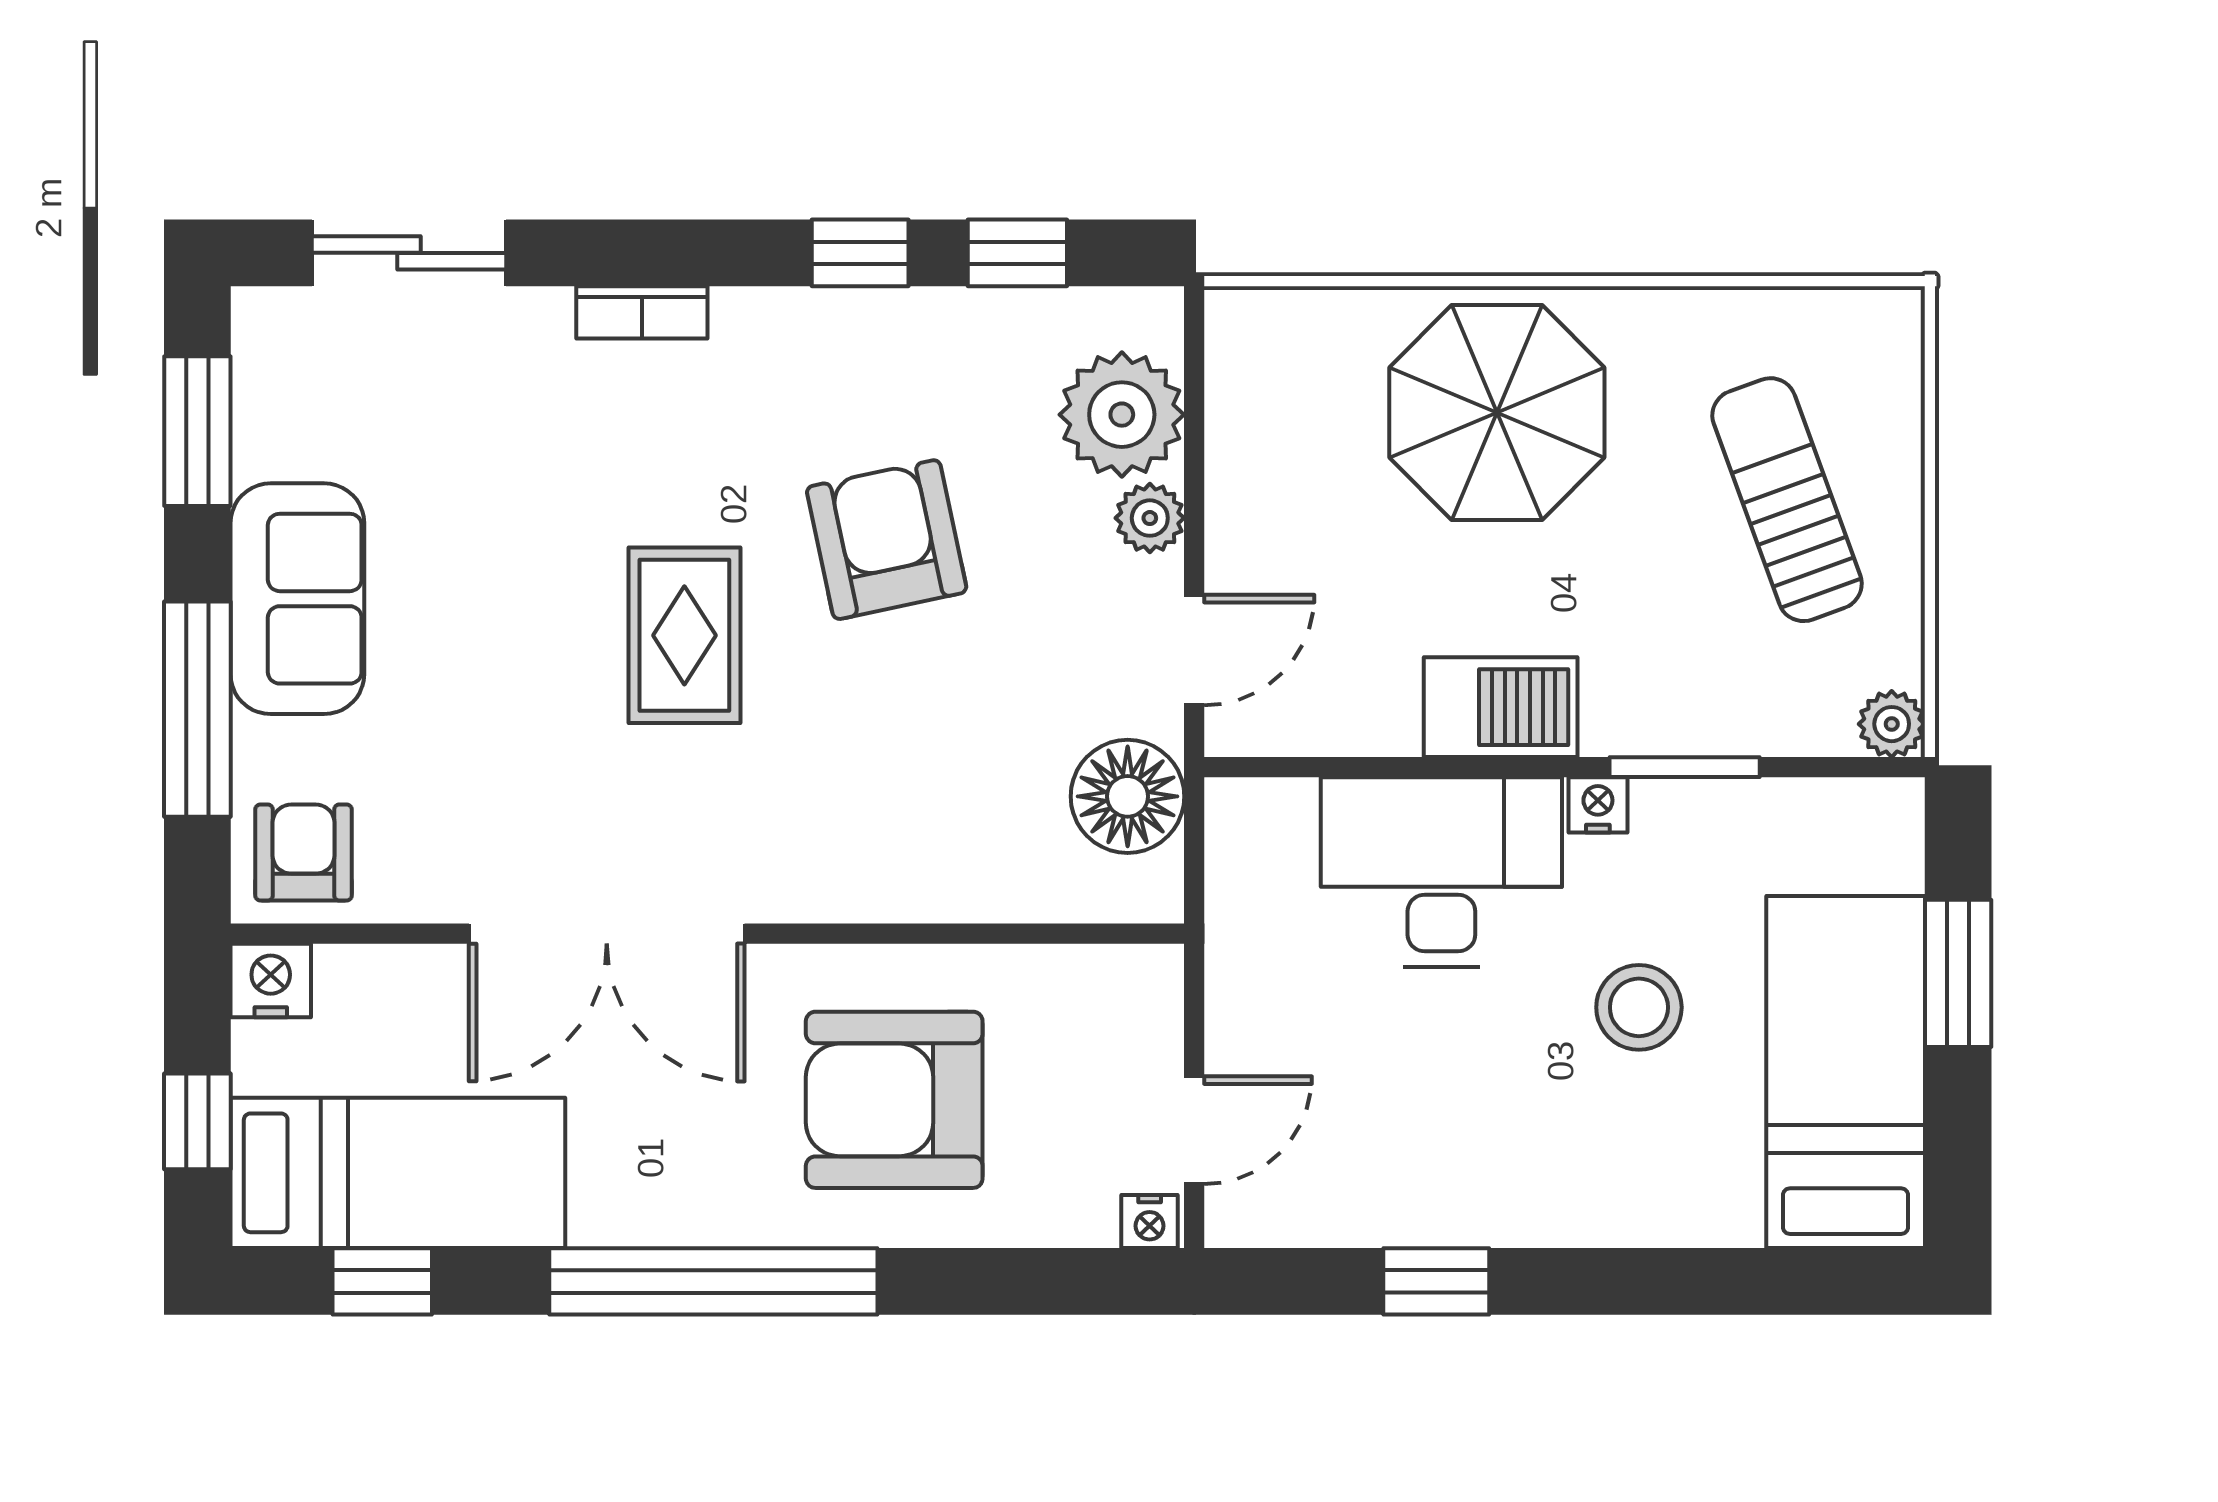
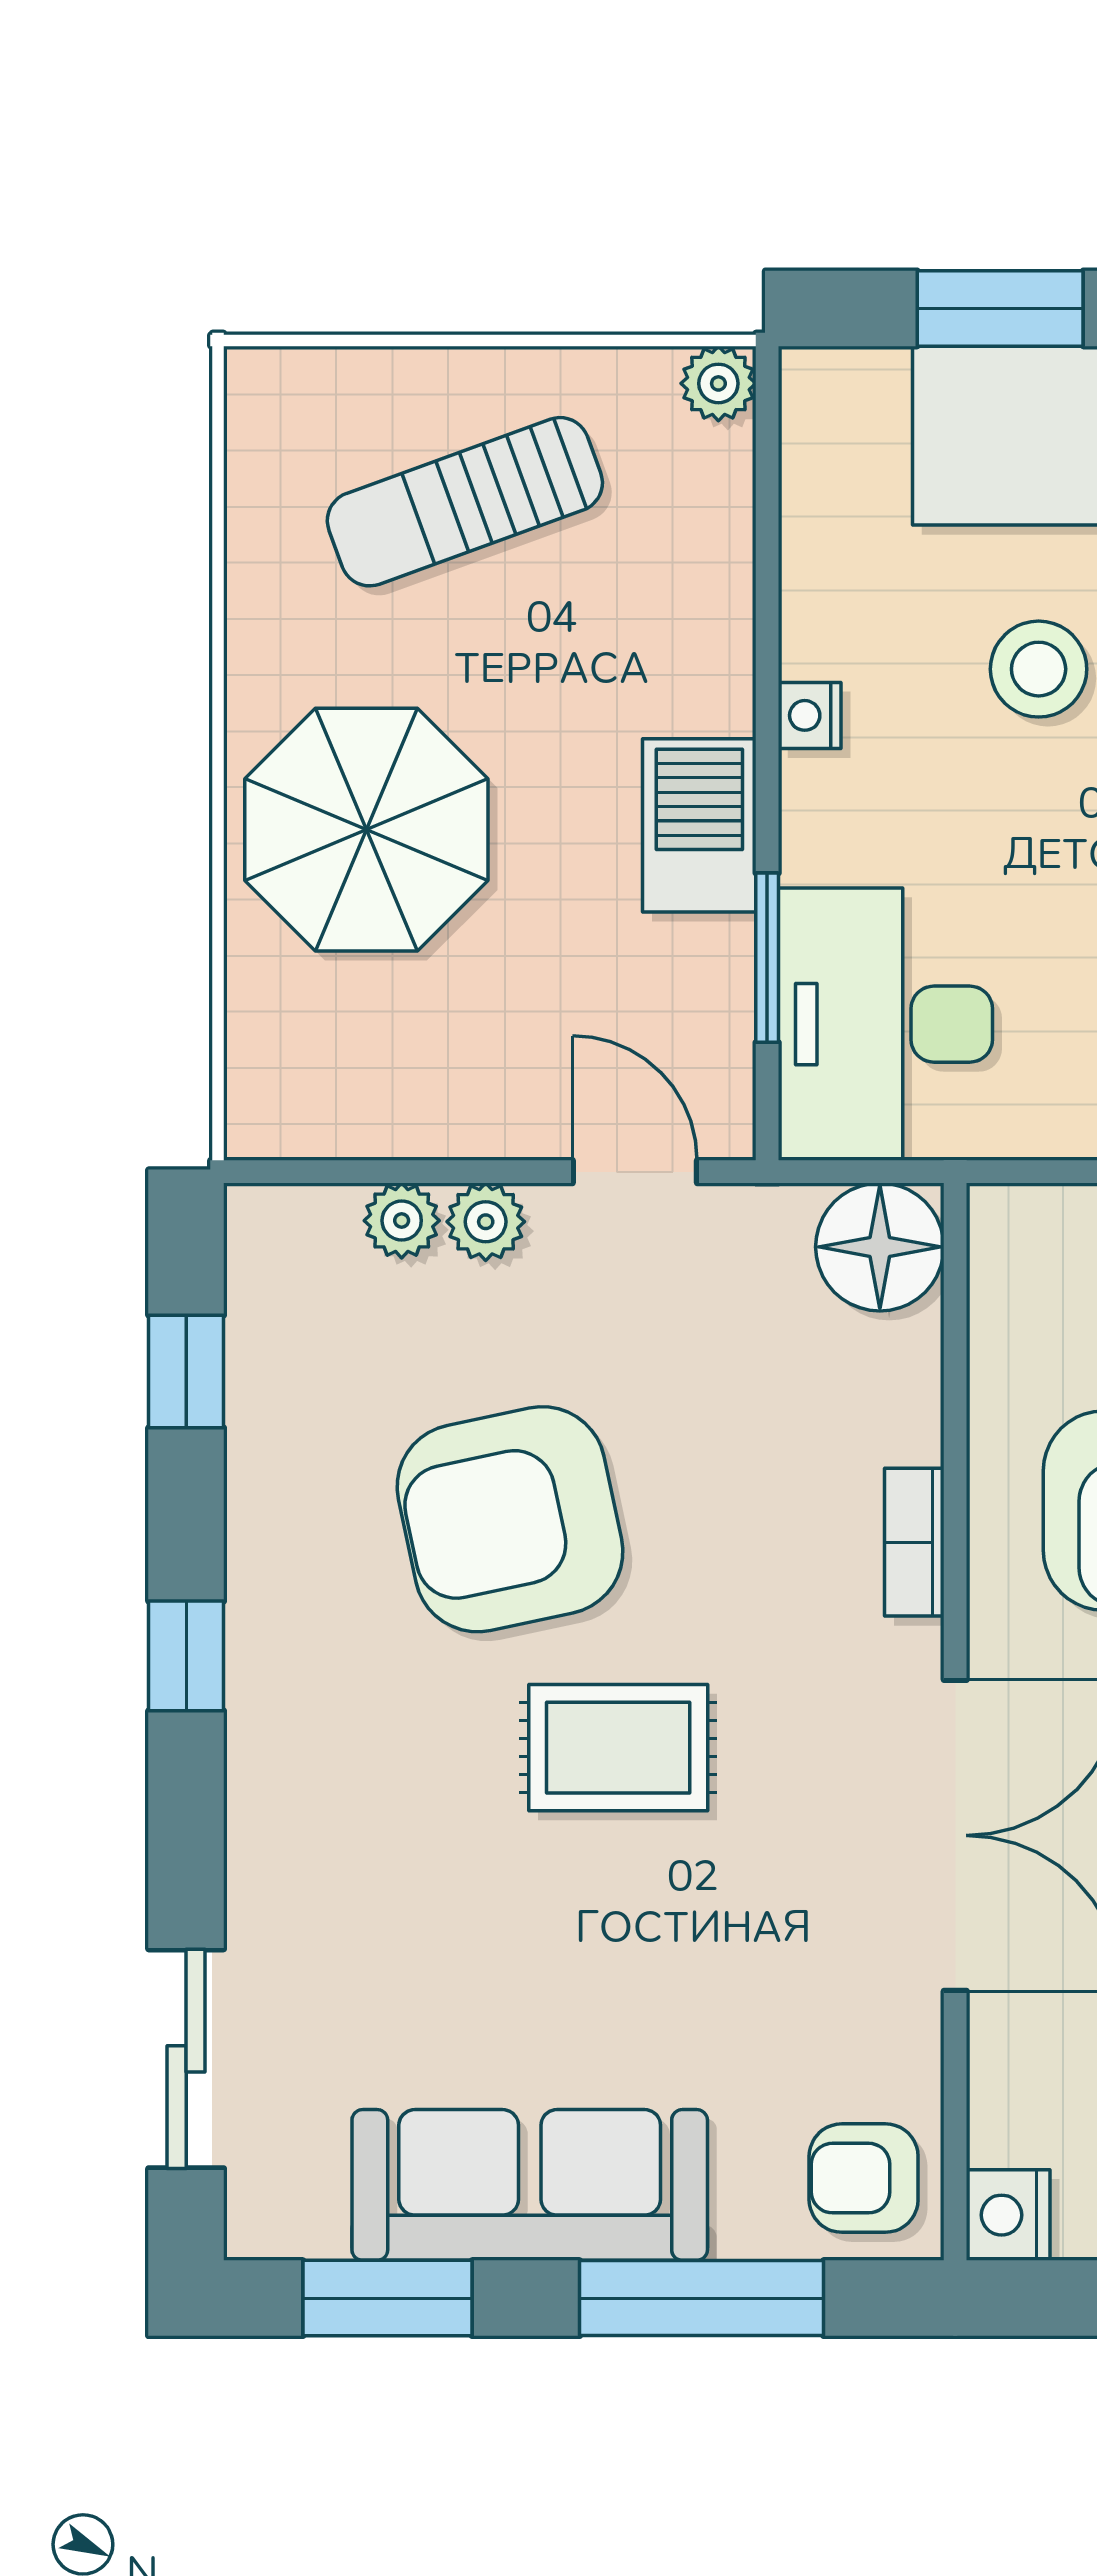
window: (860, 253) -> (186, 1656), moved
bookcase: (642, 312) -> (914, 1542), moved, turned 180
plant: (1122, 415) -> (402, 1221), width x0.53, depth x0.53
armchair: (887, 540) -> (510, 1519), width x1.36, depth x1.36
sofa: (297, 599) -> (530, 2185), width x1.36
window: (1685, 767) -> (767, 958), moved
floor lamp: (1128, 796) -> (880, 1247), moved
desk: (1441, 872) -> (885, 1024), moved

